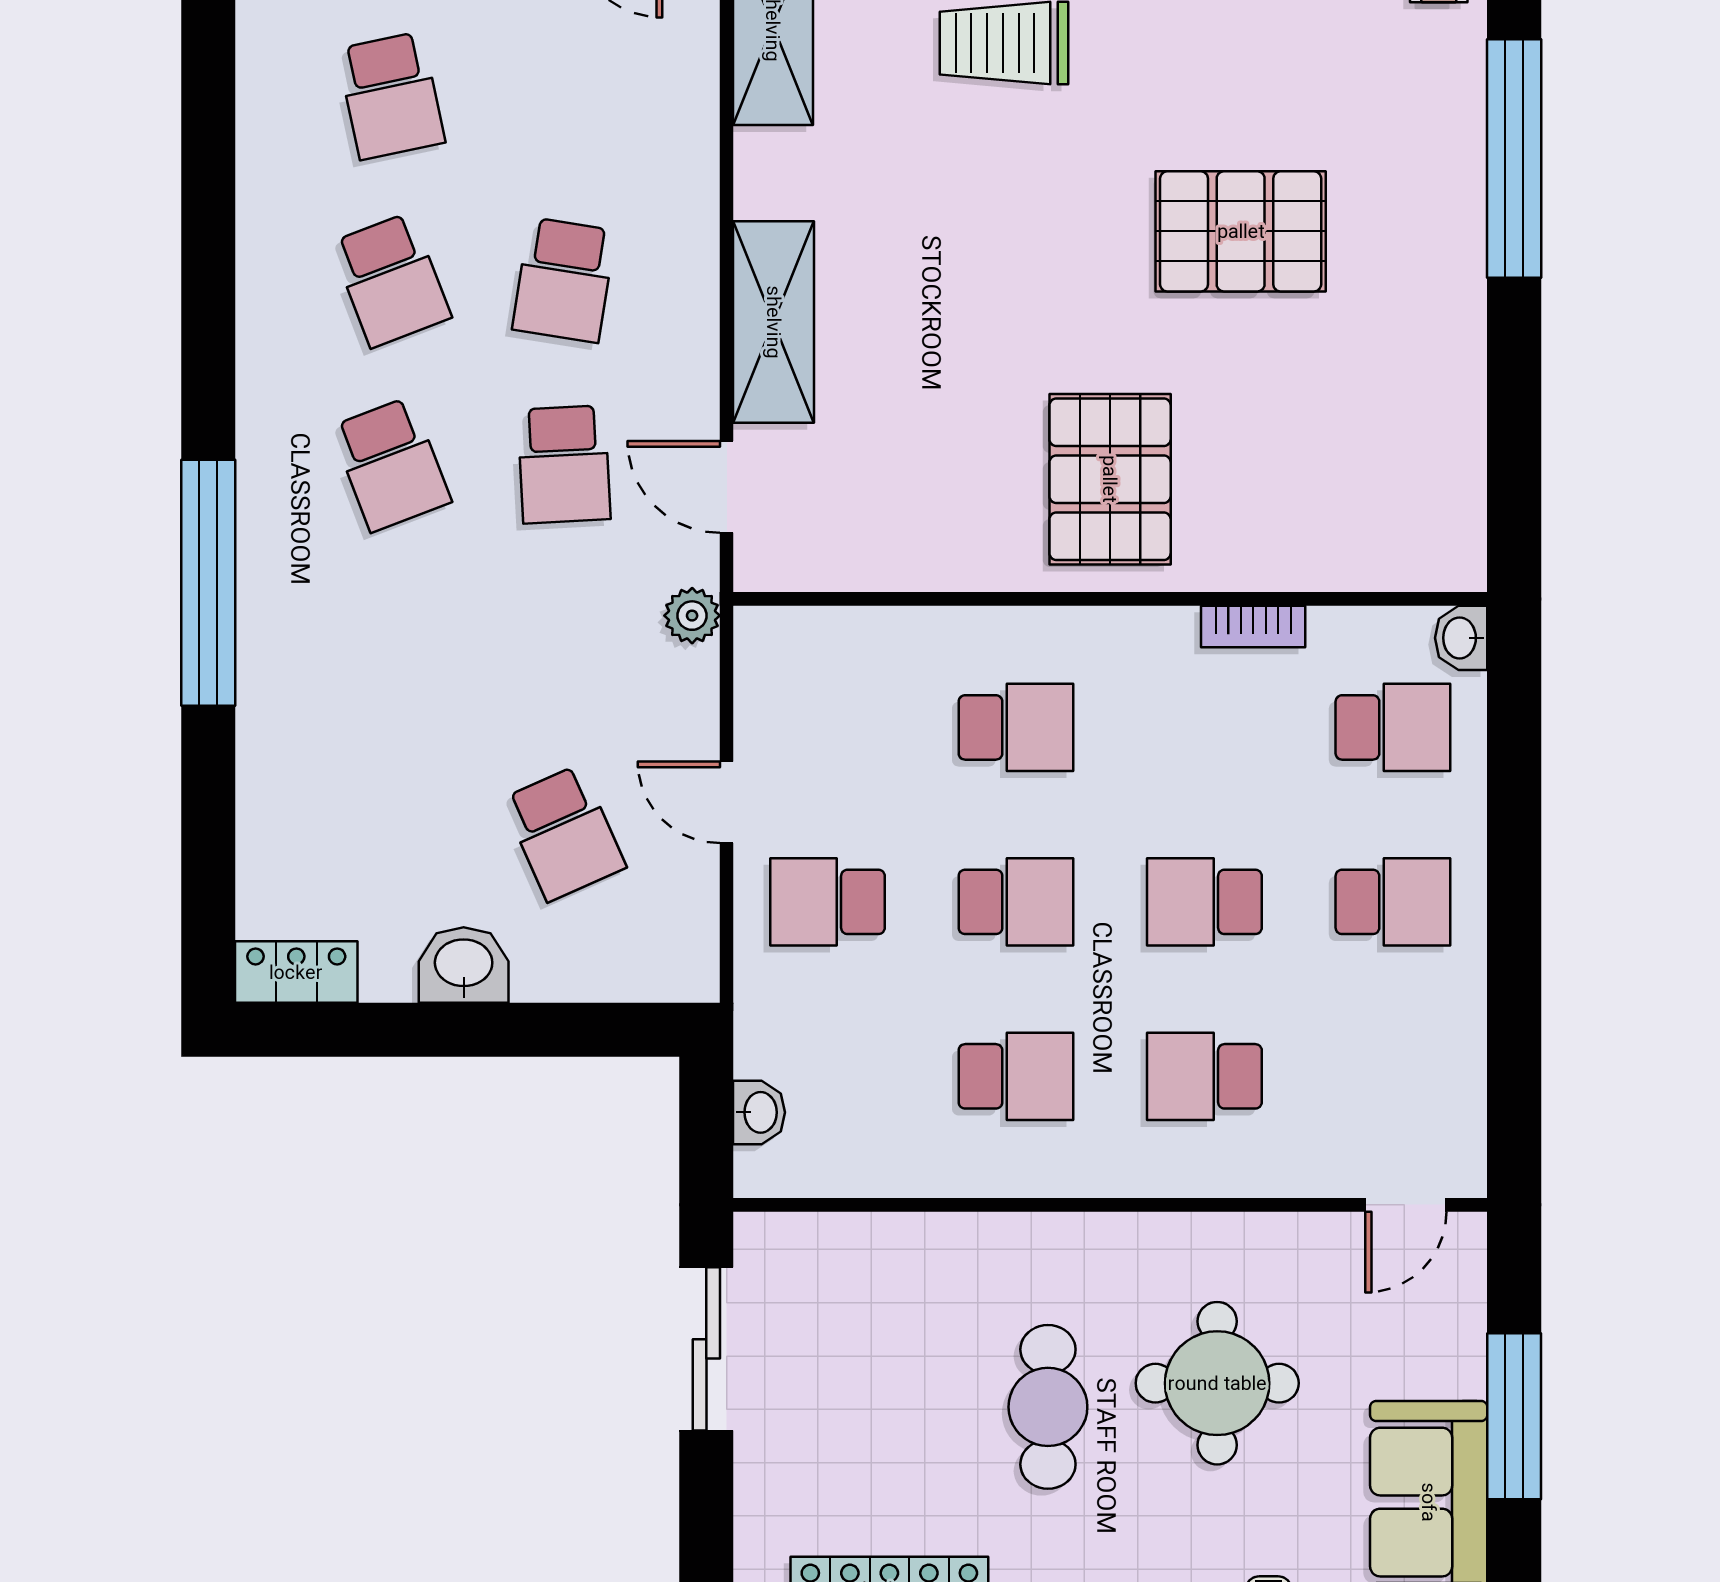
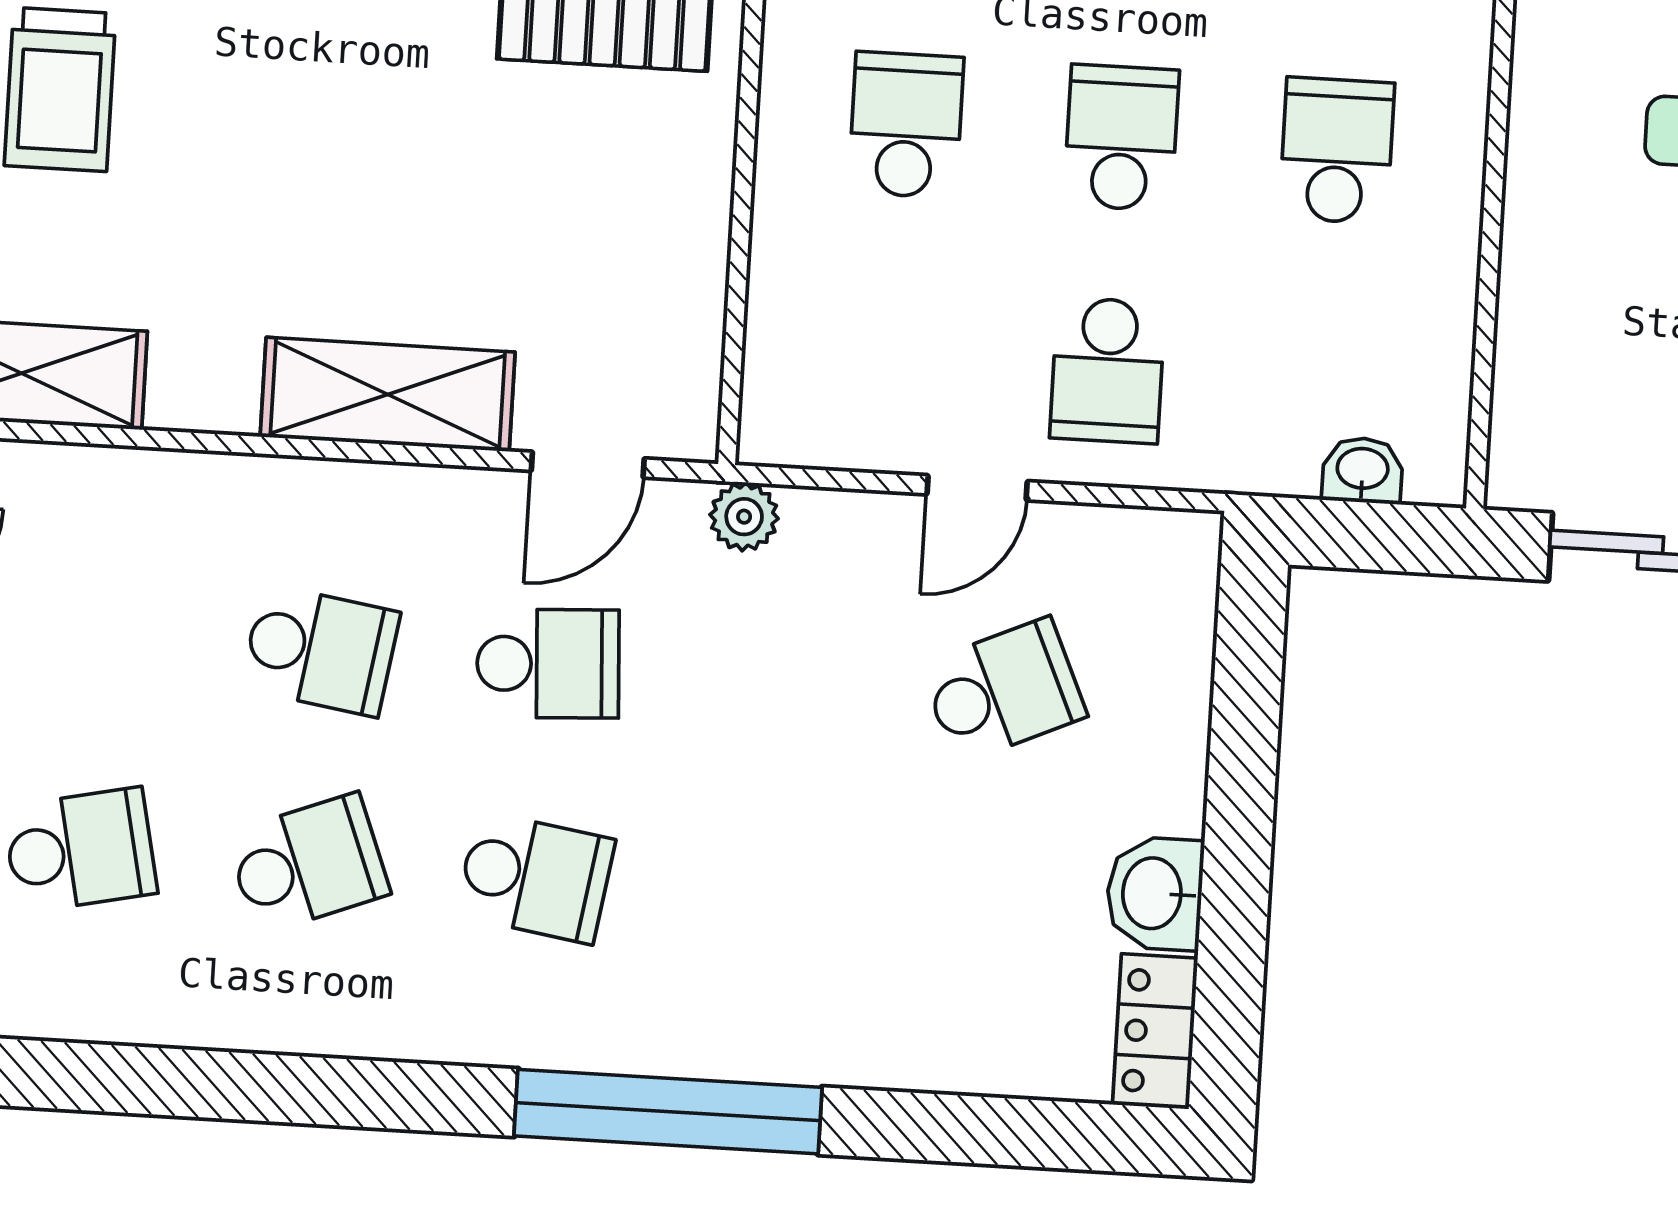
school desk: (391, 464) -> (535, 877), turned 30
washbasin: (464, 965) -> (1155, 893), moved

